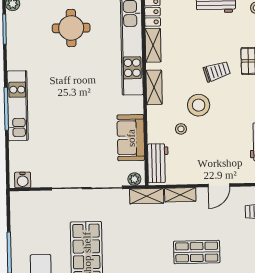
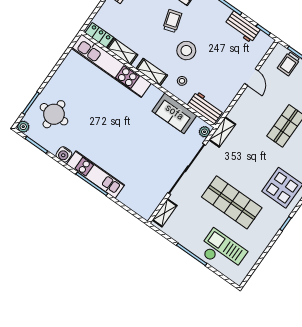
round table: (71, 28) -> (54, 114), moved
stool: (181, 129) -> (182, 81), moved
water cooler: (23, 180) -> (64, 154), moved, turned 90
shelving: (180, 195) -> (165, 213), moved

